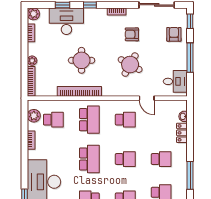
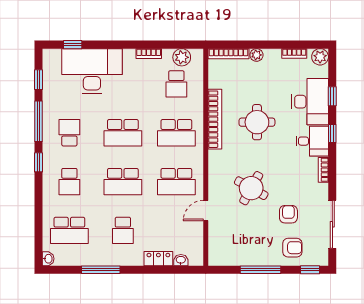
armchair: (132, 34) -> (288, 214), moved
desk: (175, 81) -> (312, 141), moved, turned -90
school desk: (125, 120) -> (176, 182), width x1.85
school desk: (125, 159) -> (123, 182), width x1.85

